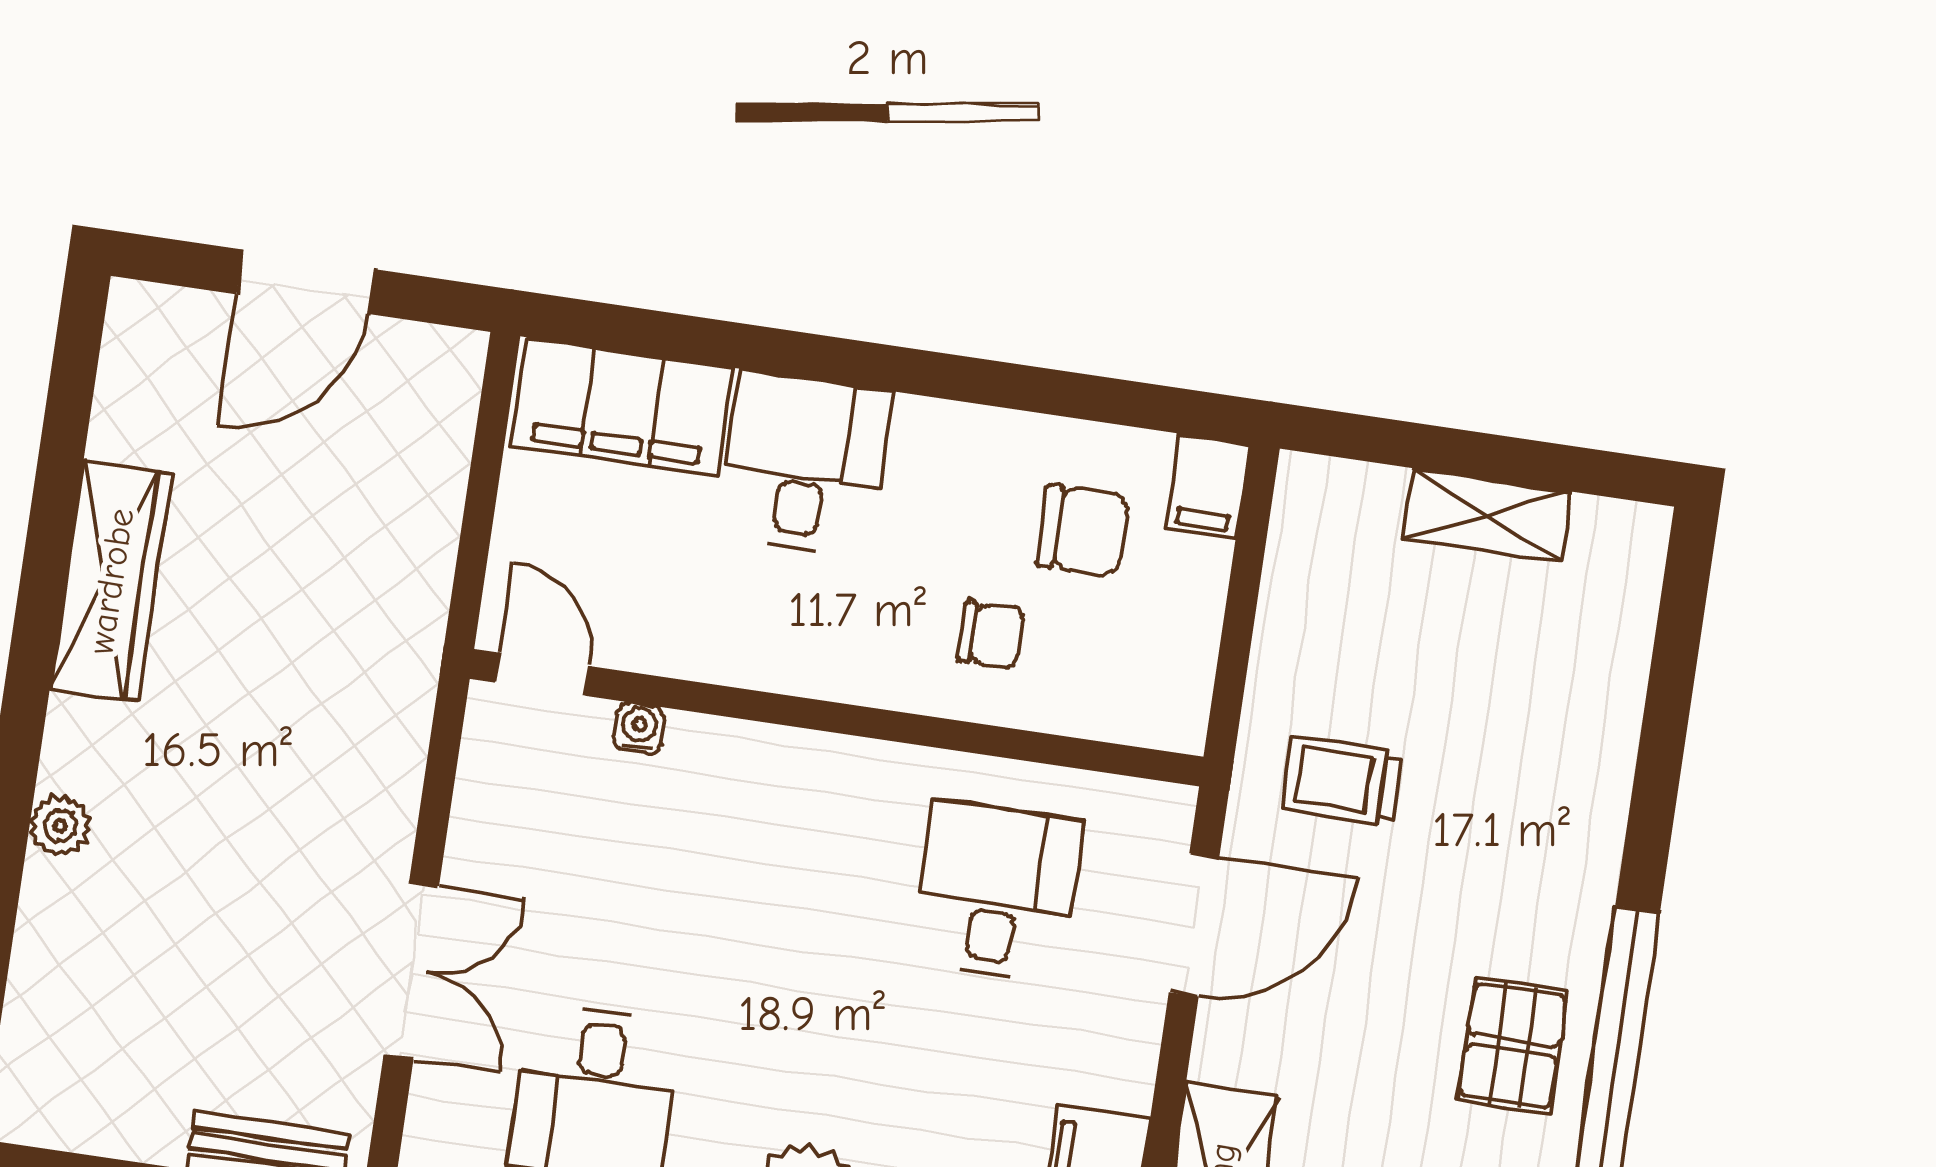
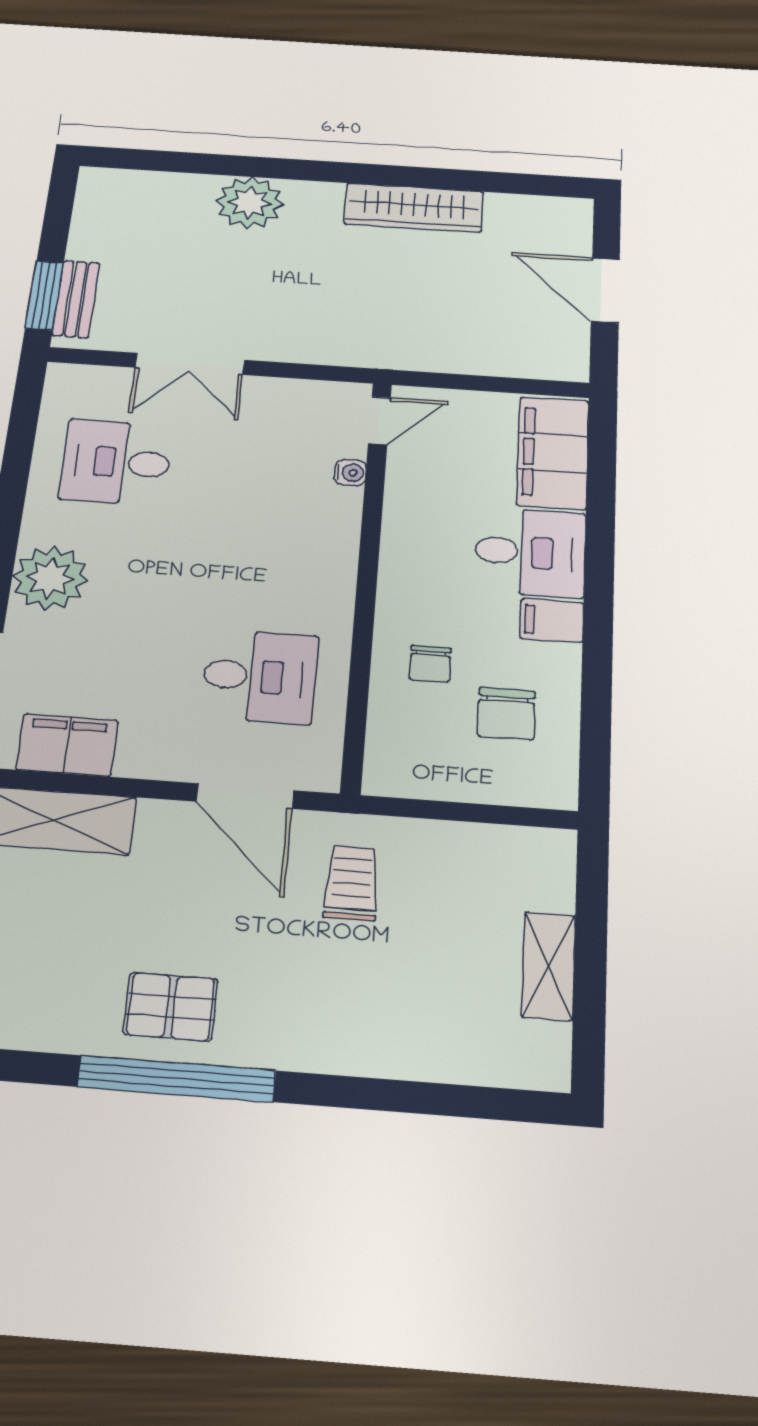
filing cabinet: (1208, 486) -> (552, 620), moved
plant: (60, 826) -> (250, 203), width x1.88, depth x1.88

